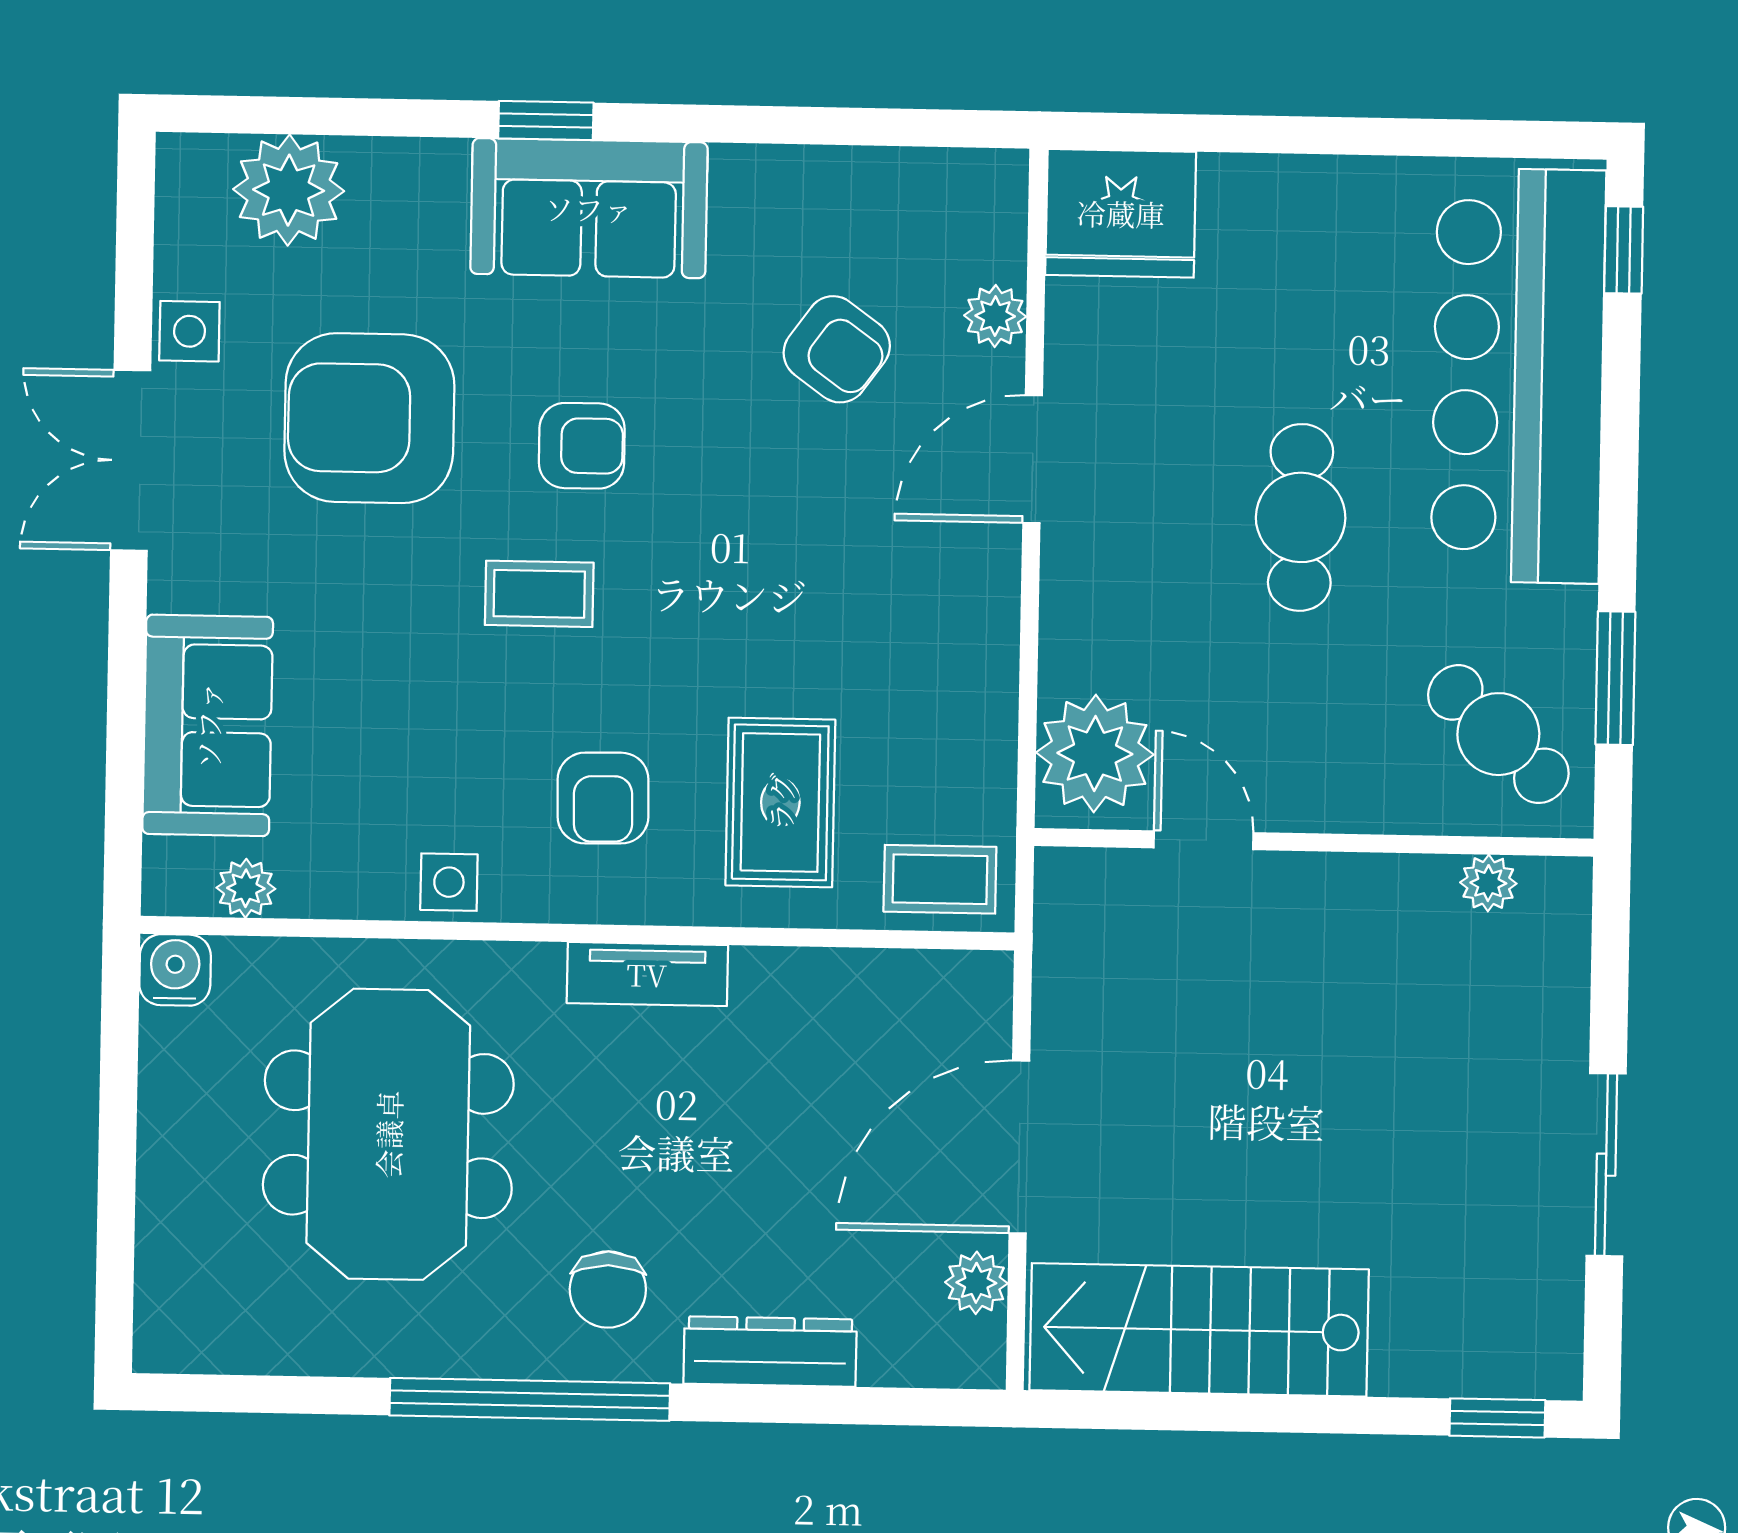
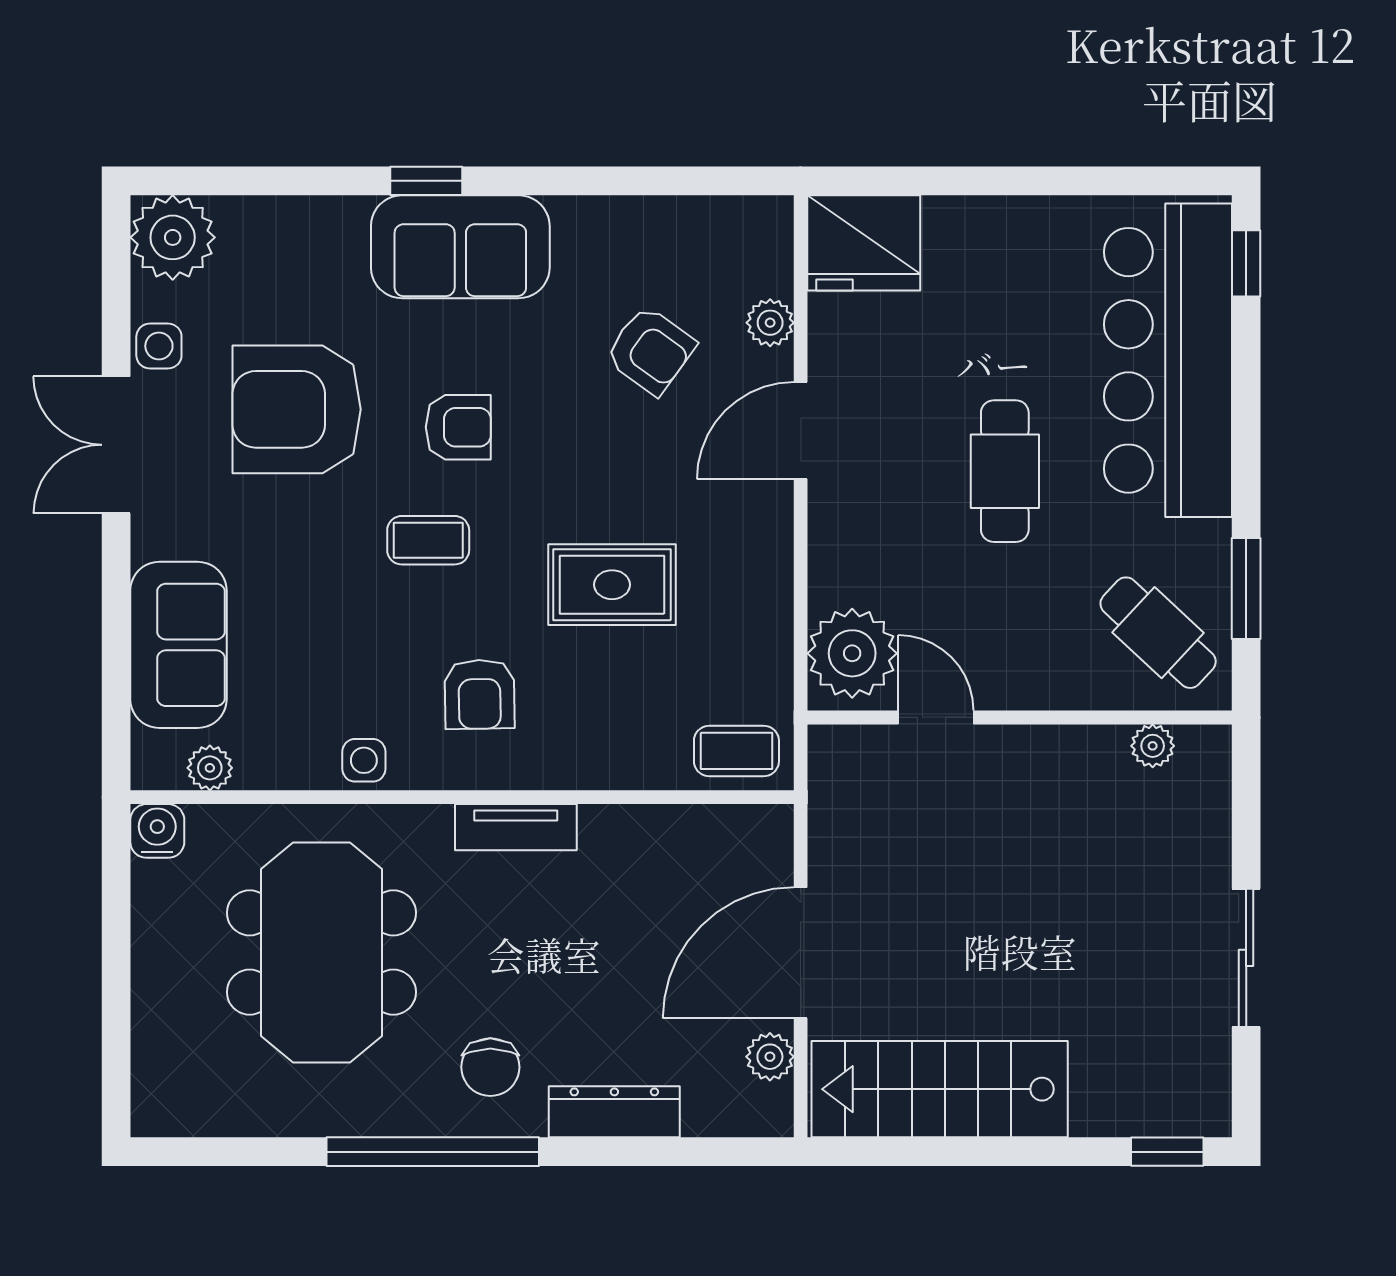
plant: (289, 190) -> (173, 237), moved
rug: (780, 802) -> (612, 585), moved, turned 90

